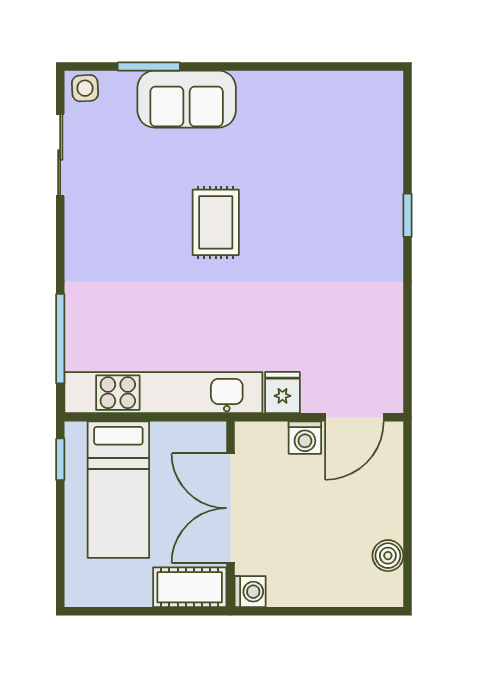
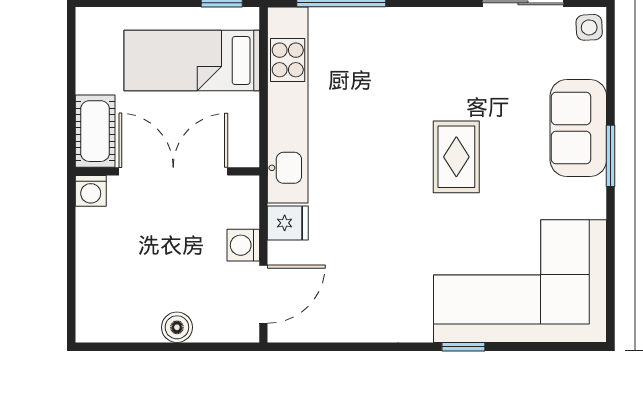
window: (149, 67) -> (611, 156), moved
corner sofa: (341, 158) -> (520, 281), added
rug: (216, 222) -> (456, 157), turned 90
door: (354, 417) -> (263, 294), swing flipped
boiler: (388, 556) -> (177, 327), moved

